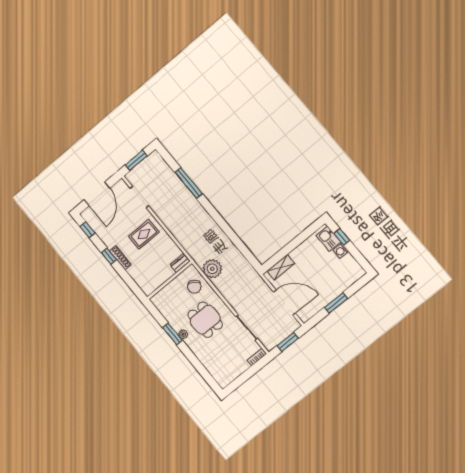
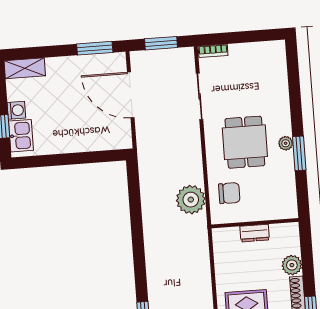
dresser: (180, 263) -> (255, 233), moved
shelving: (281, 267) -> (25, 68), moved
plant: (135, 272) -> (292, 265), added
chair: (194, 287) -> (229, 193), turned 53
window: (336, 303) -> (95, 48), moved

